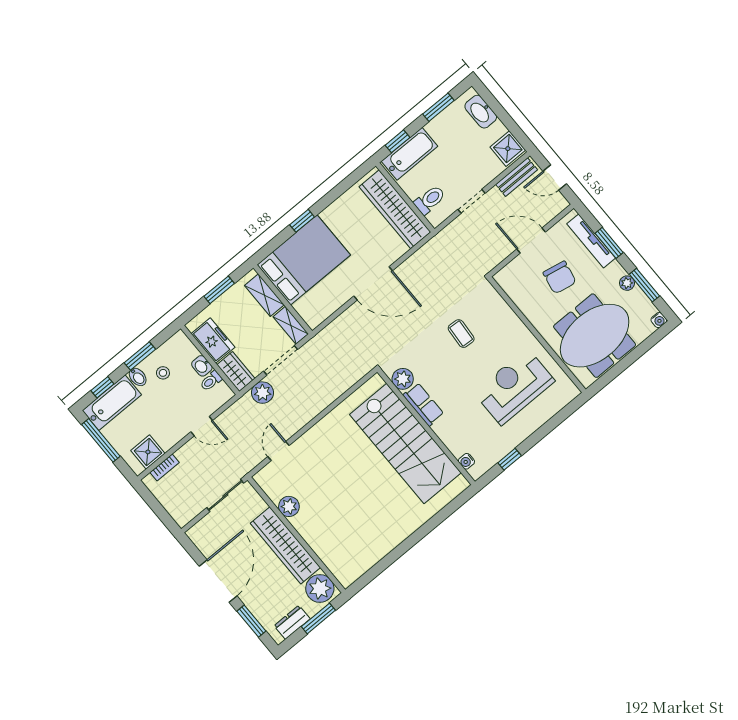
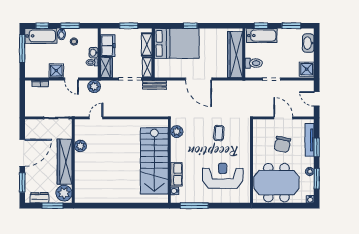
bench: (517, 177) -> (154, 85), moved
plant: (263, 393) -> (94, 86), moved
row of seats: (423, 404) -> (176, 174), moved
shower: (148, 452) -> (56, 71), moved
window: (510, 459) -> (194, 206), width x2.17

